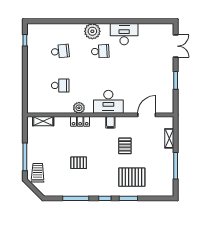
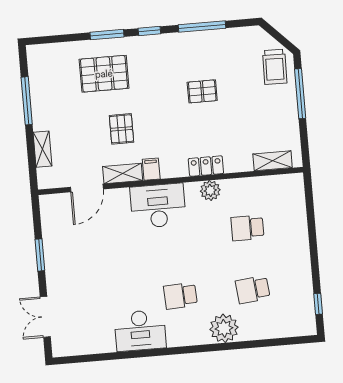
plant: (92, 31) -> (224, 328), moved
shelving: (126, 121) -> (123, 174), added

